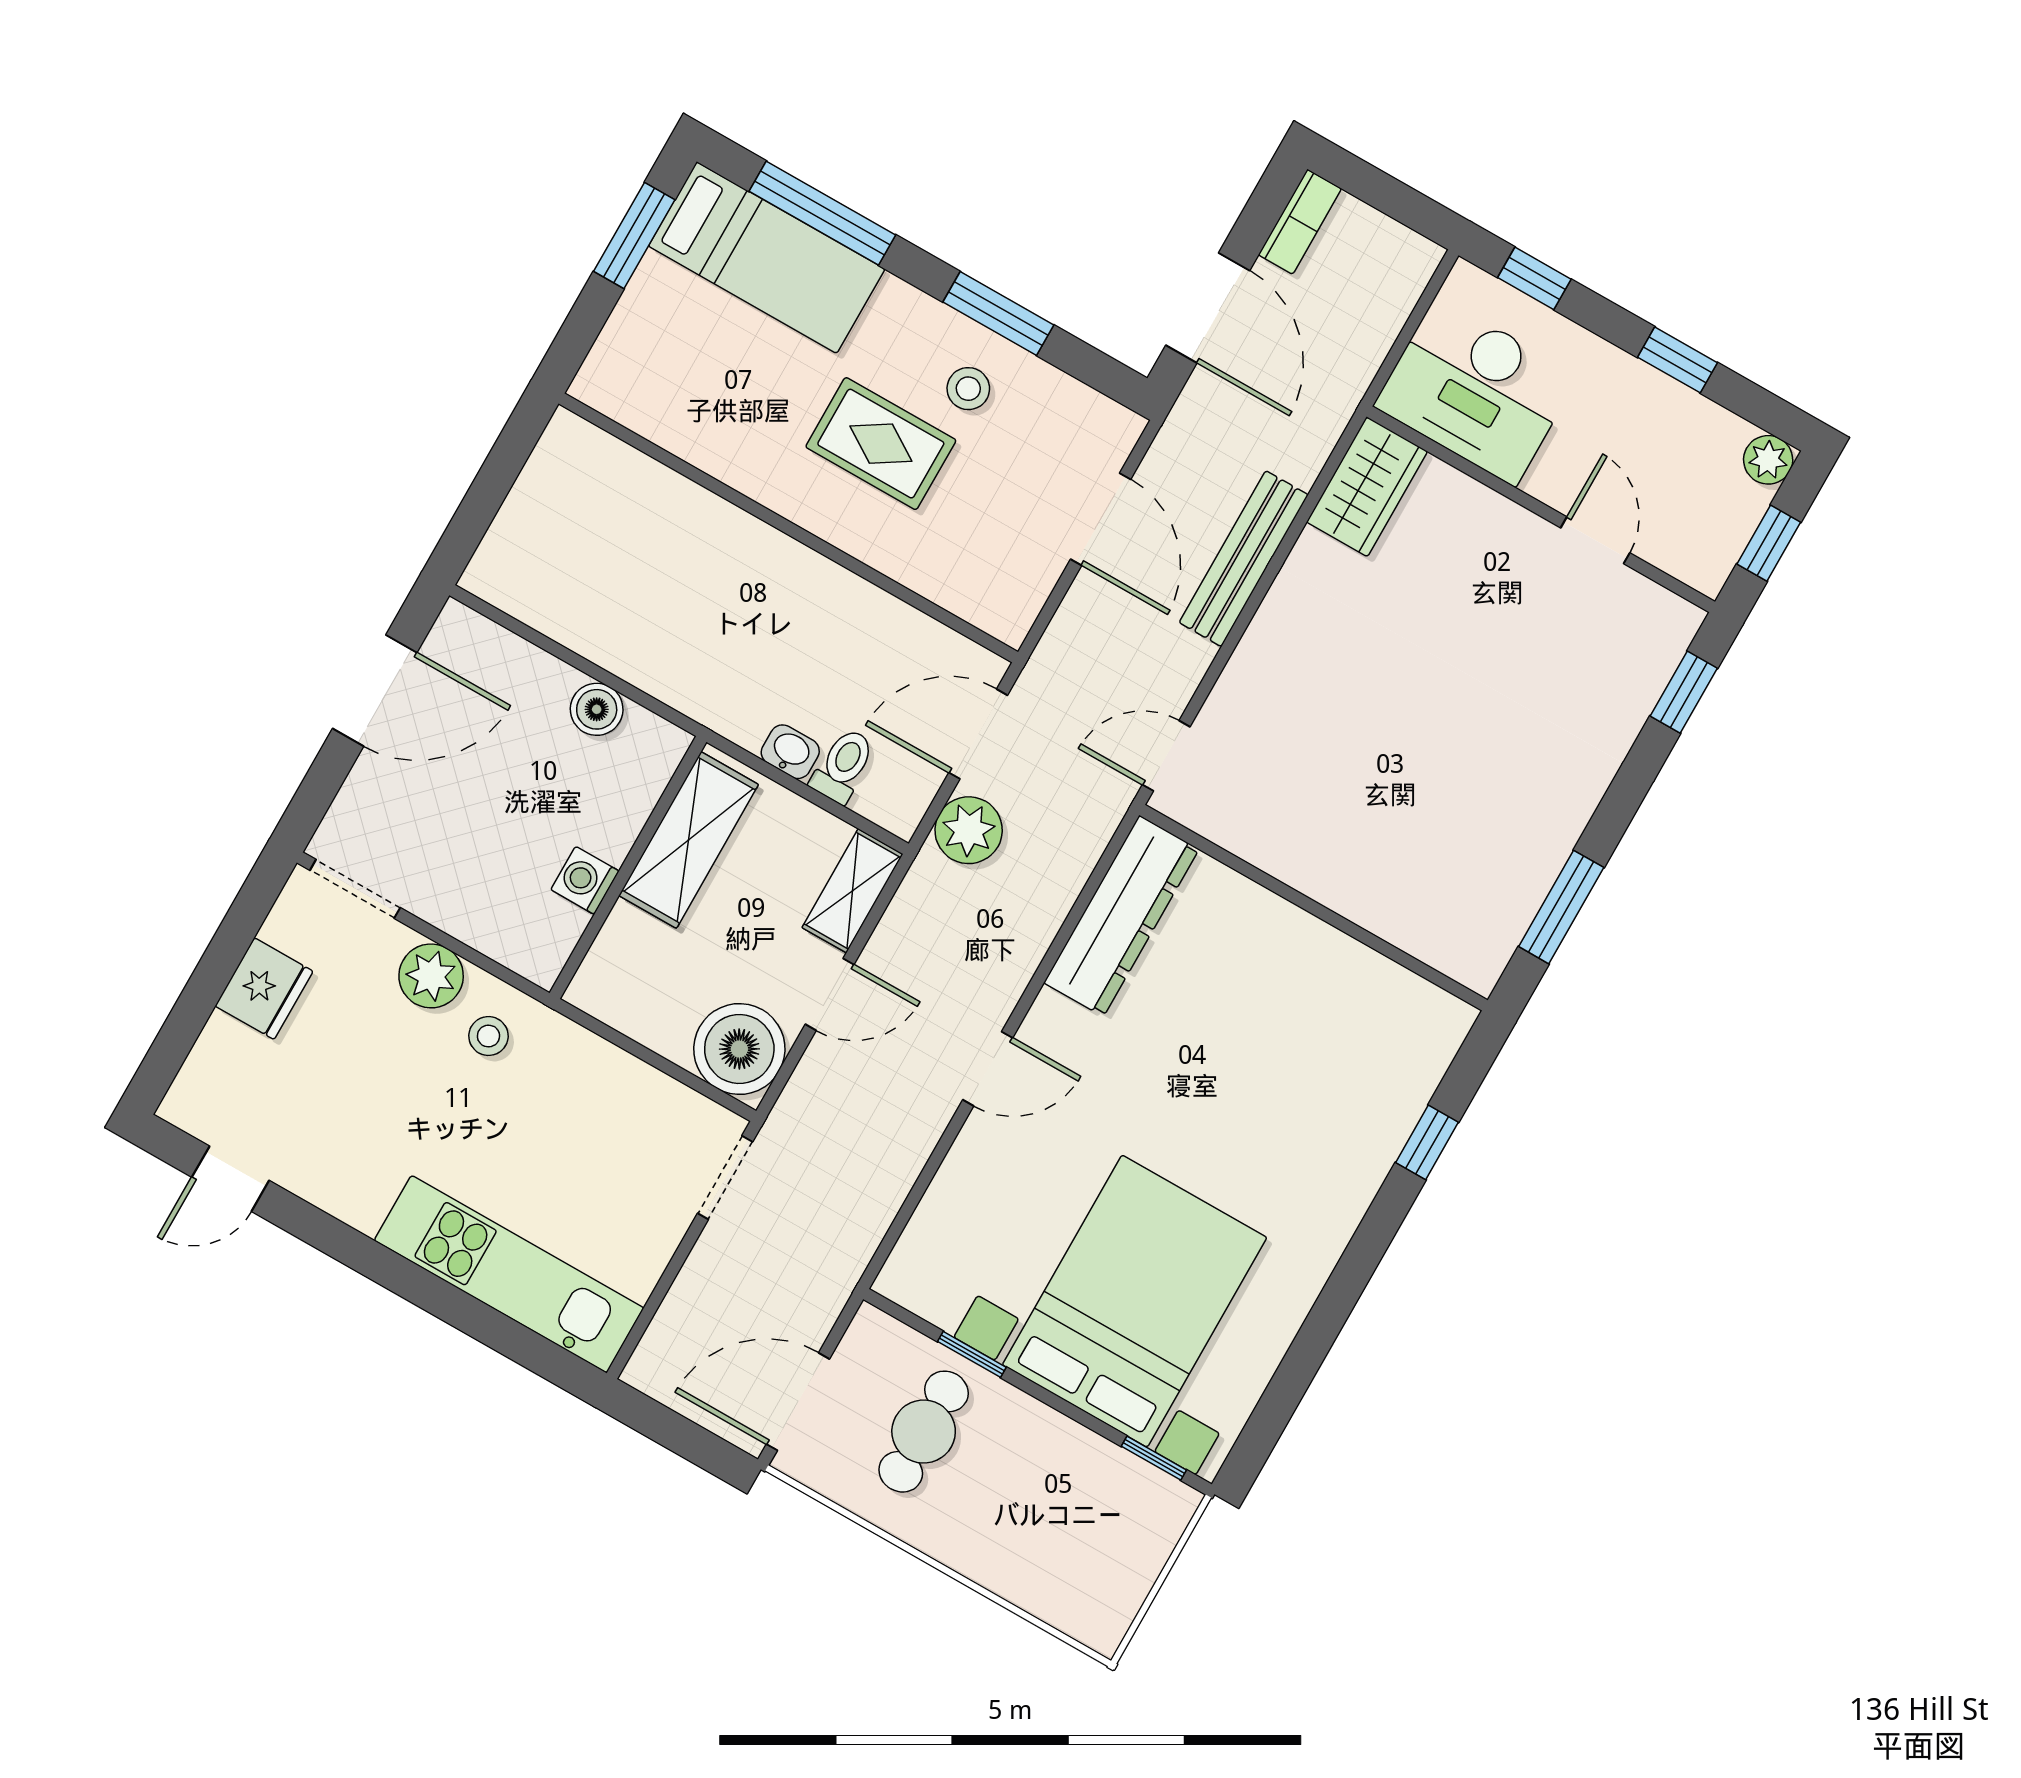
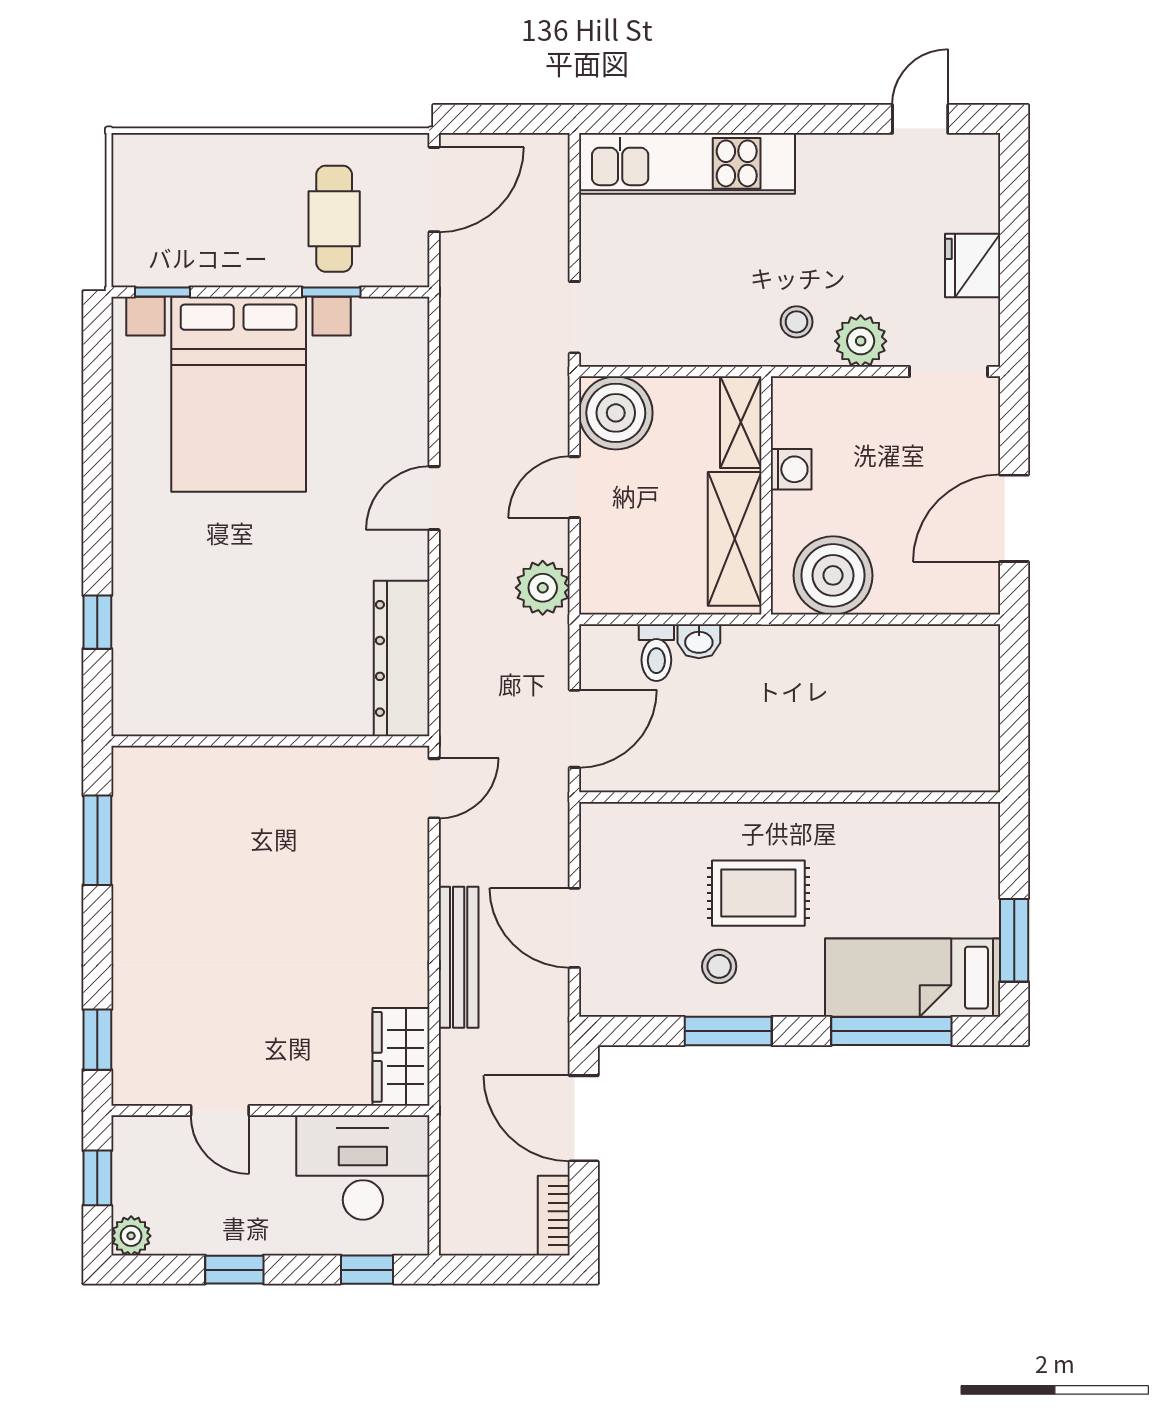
boiler: (597, 709) -> (833, 575), width x1.86, depth x1.86
plant: (969, 830) -> (543, 588), moved
shelving: (852, 891) -> (741, 422), moved

